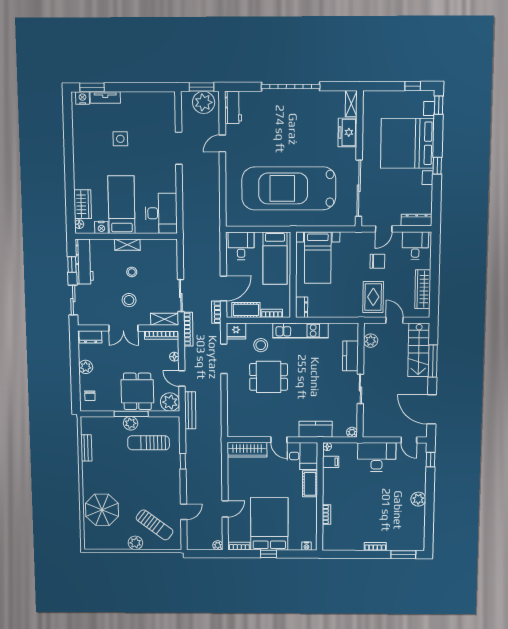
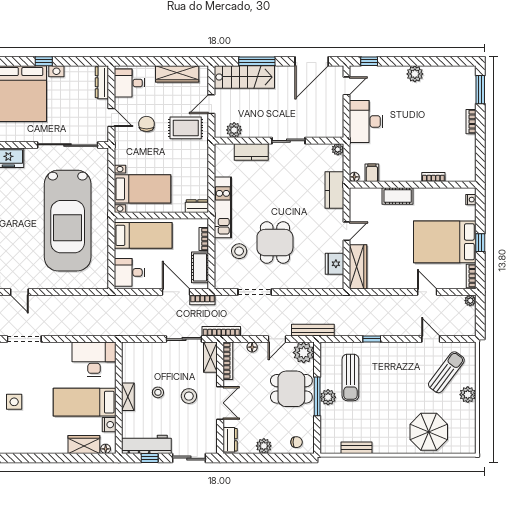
fridge: (236, 331) -> (334, 264), moved, turned 180
desk: (302, 456) -> (365, 205), removed

